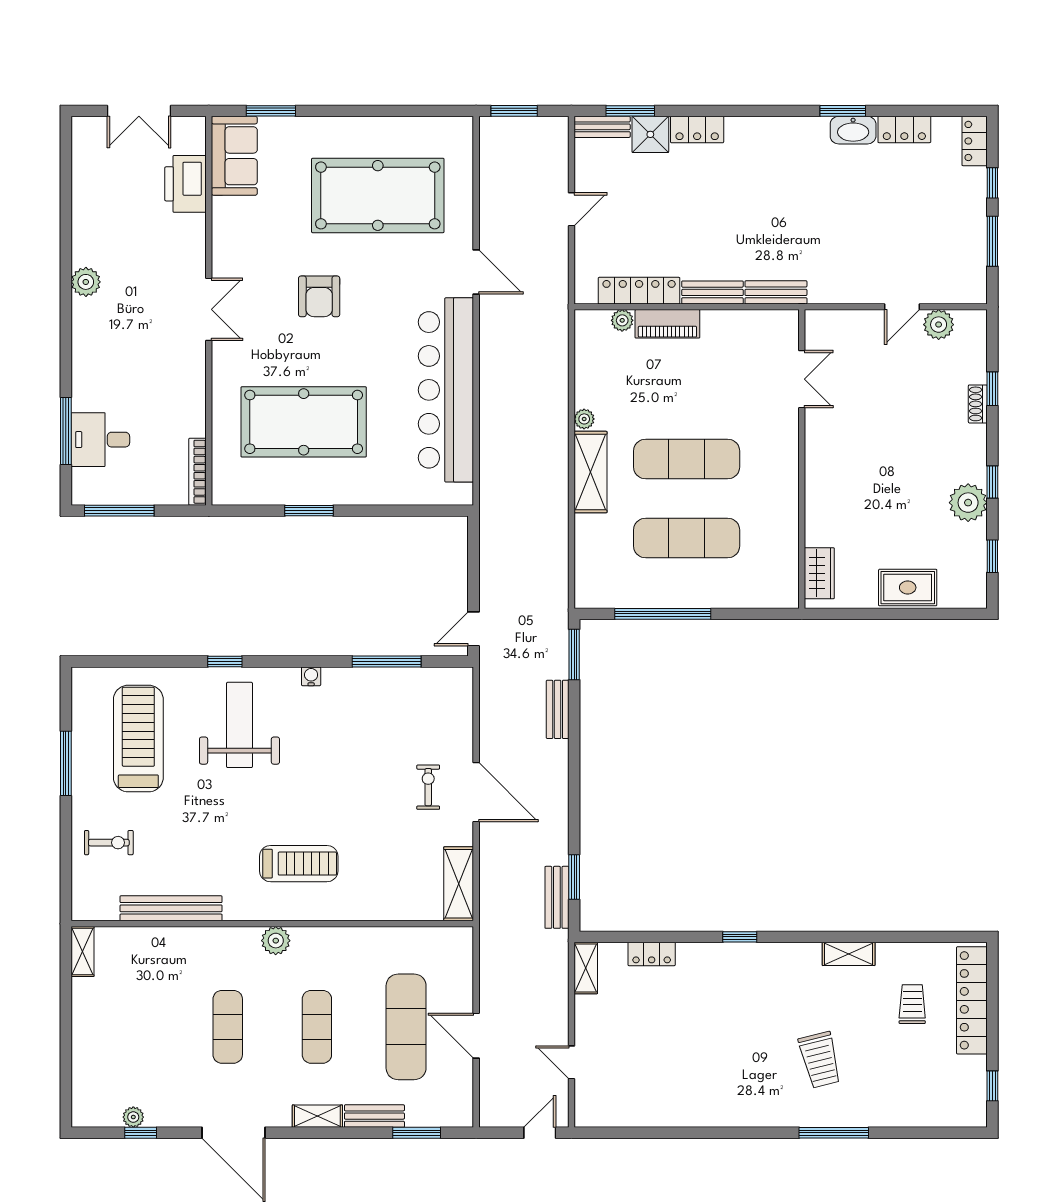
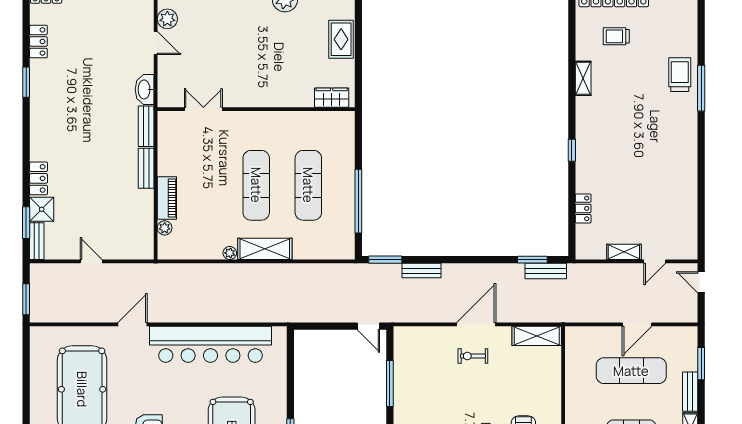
washbasin: (853, 130) -> (145, 89), moved, turned 180
locker: (639, 291) -> (145, 217), removed
shelving: (586, 968) -> (624, 252), moved
trolley: (820, 1060) -> (680, 75), moved, turned -76

